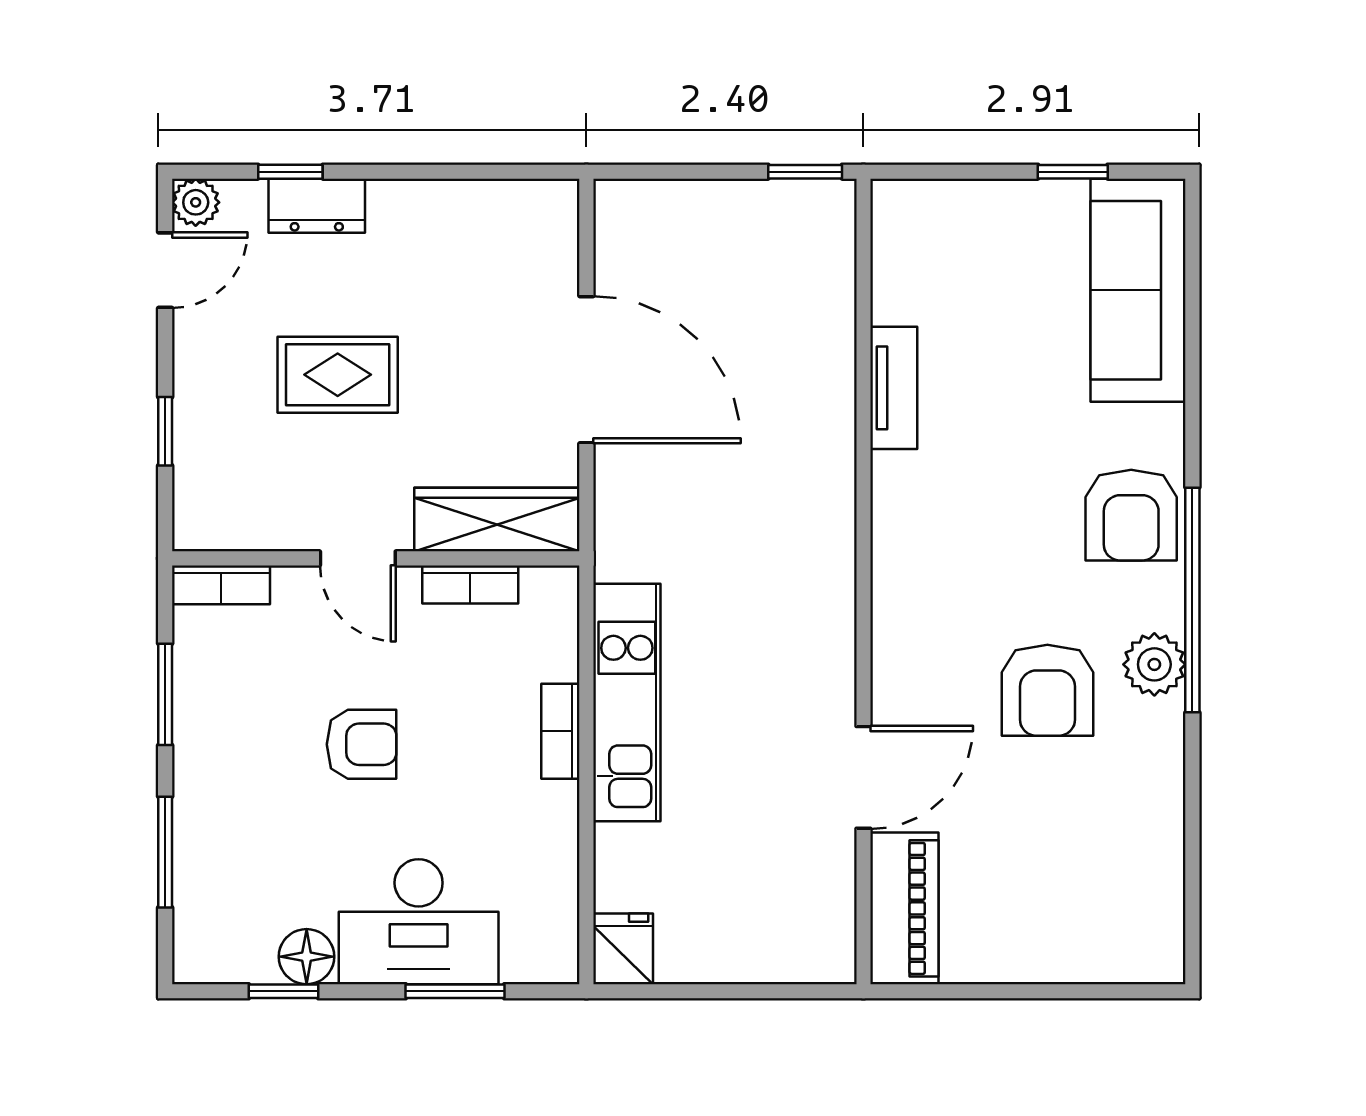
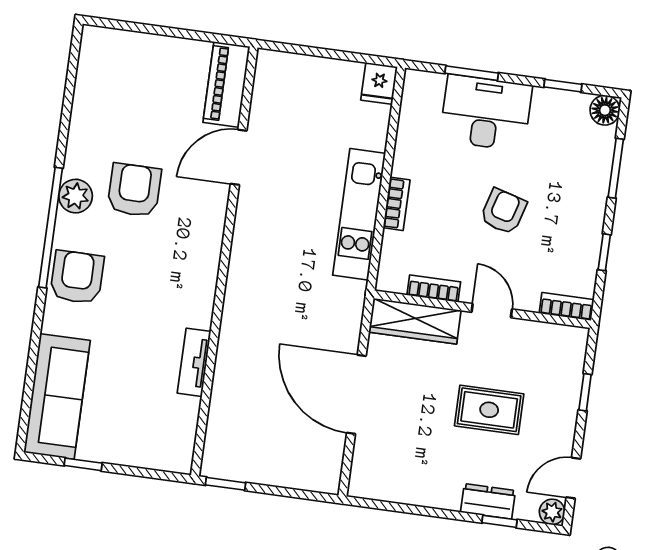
window: (165, 694) -> (604, 252), width x0.67
armchair: (362, 744) -> (503, 211), turned 106
floor lamp: (307, 957) -> (605, 110), moved

